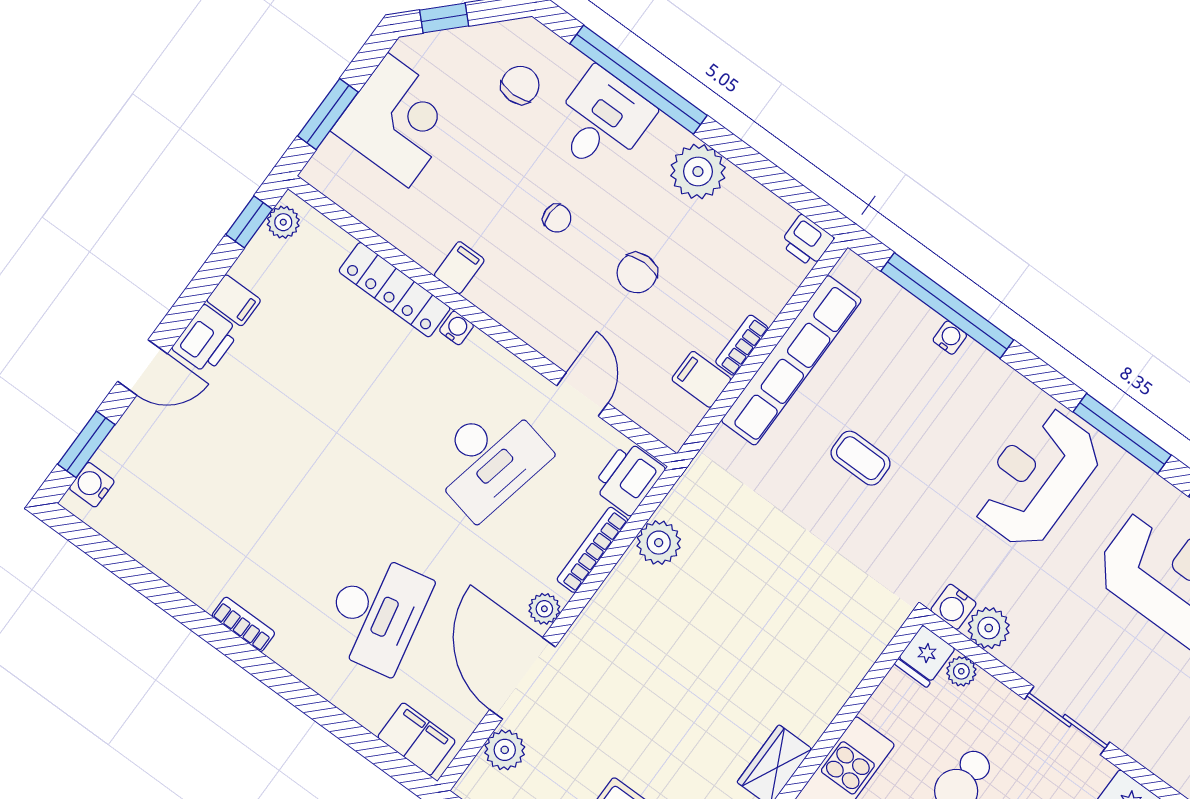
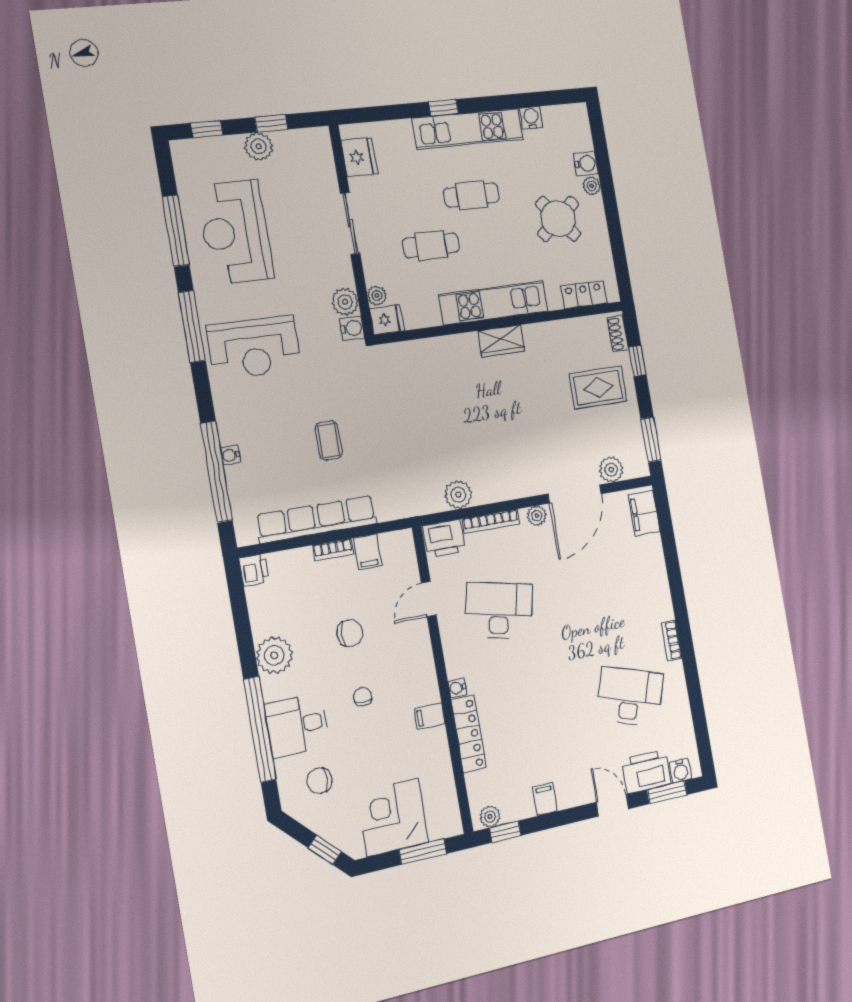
printer: (206, 340) -> (646, 772), moved, width x1.37, depth x1.19
desk: (376, 613) -> (630, 697), moved, turned 30

